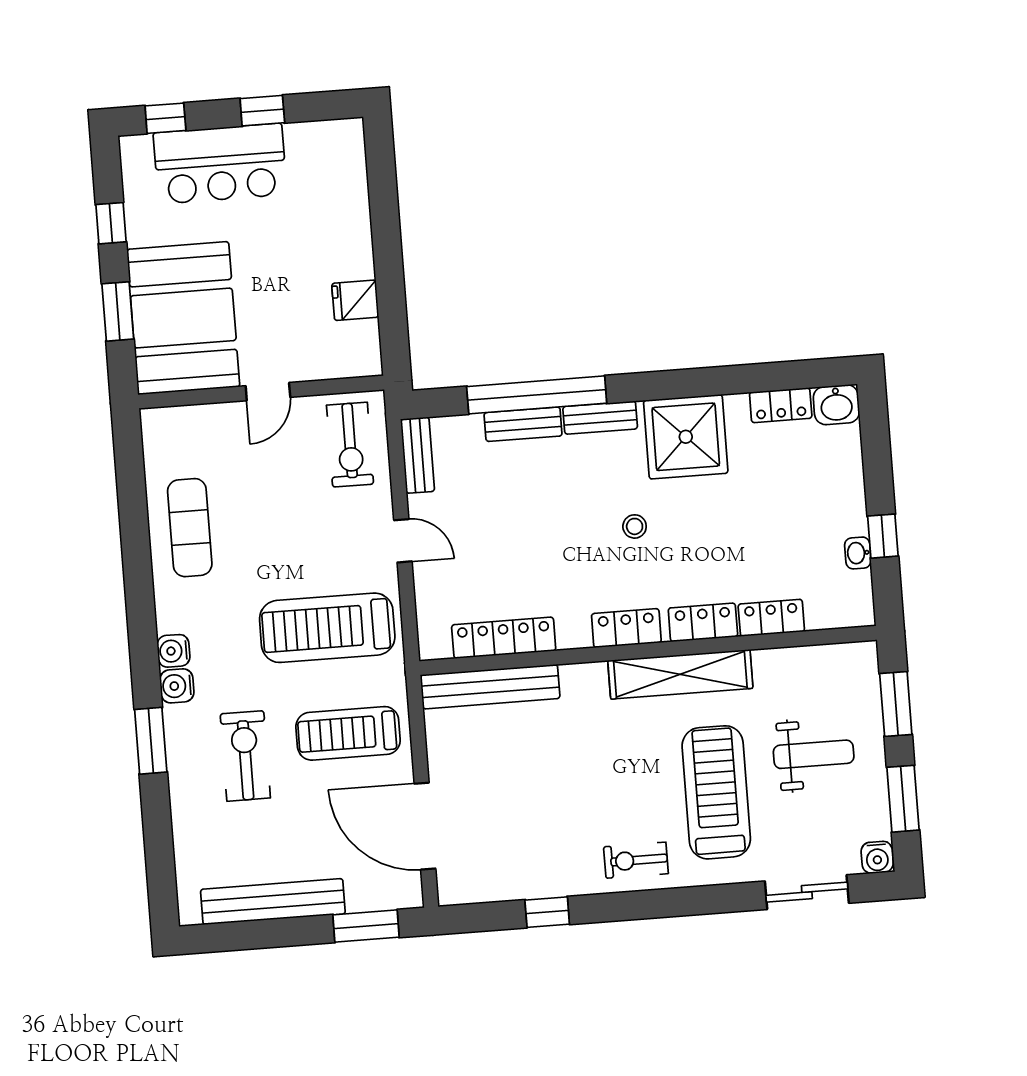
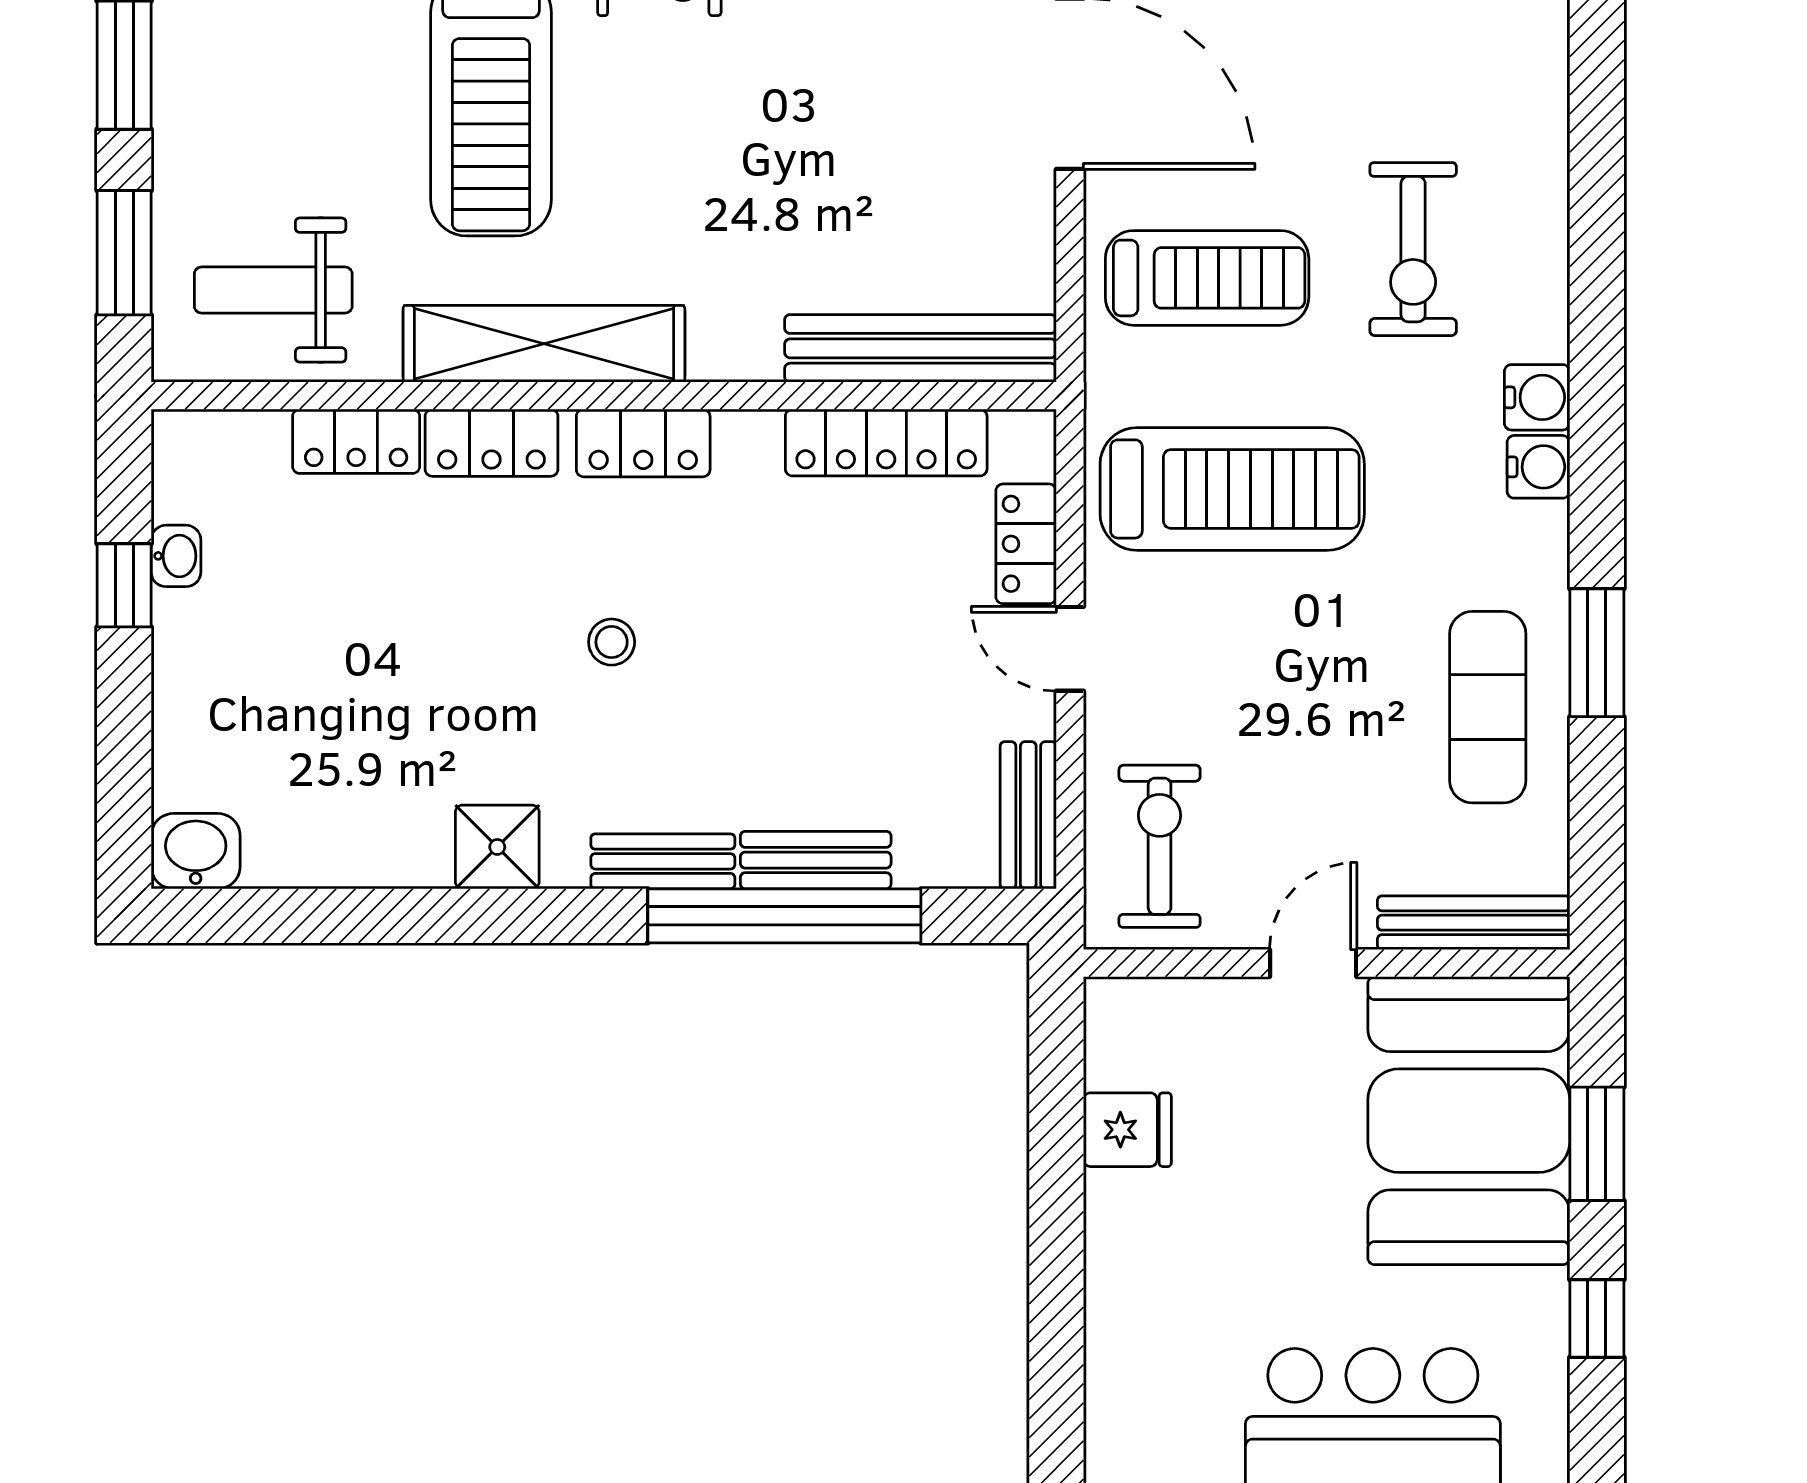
locker: (781, 405) -> (1026, 544), moved, turned -90
bench: (189, 418) -> (1474, 923), added
shower: (686, 437) -> (497, 847), width x0.54, depth x0.54
window: (151, 741) -> (1597, 653), moved
weight bench: (814, 754) -> (273, 290), moved

